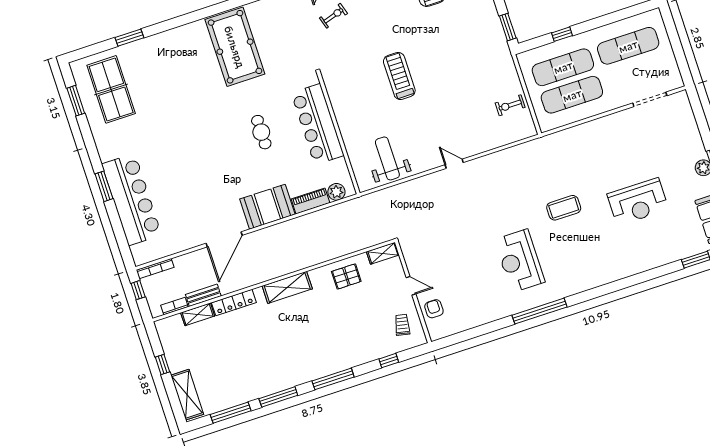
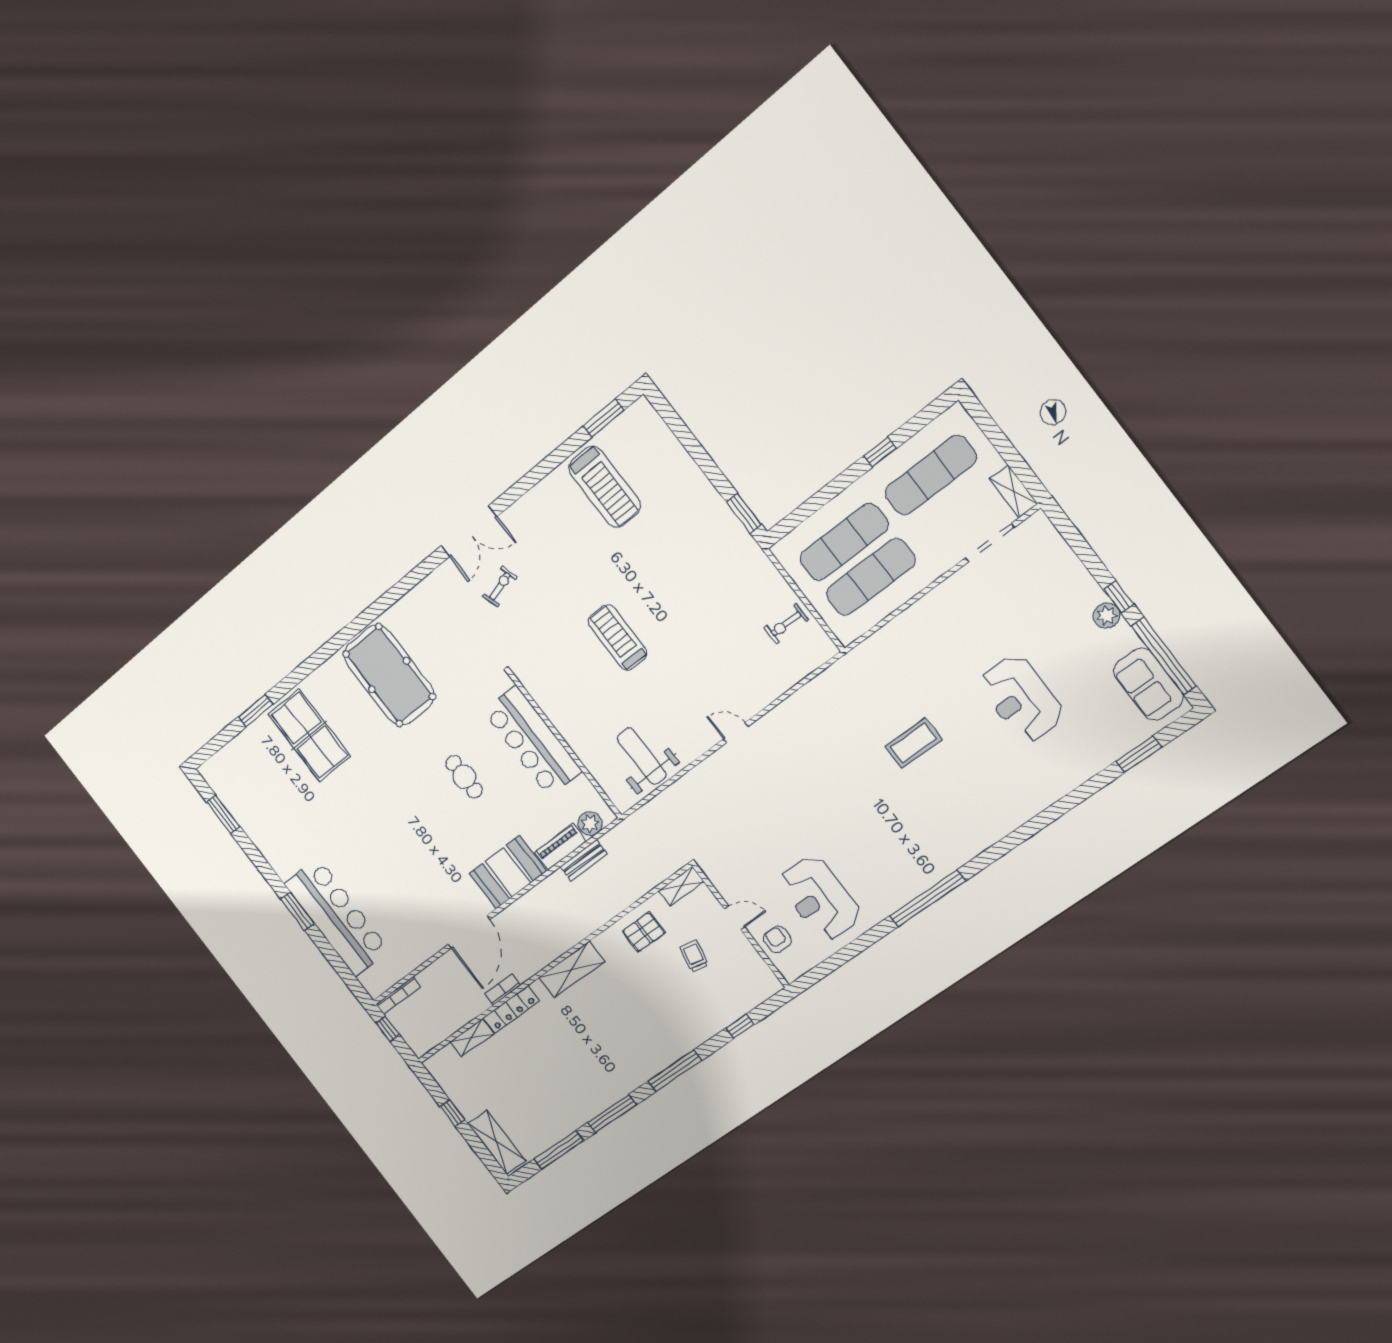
window: (562, 34) -> (880, 452), moved
shelving: (673, 73) -> (1014, 491), added
table tennis table: (111, 89) -> (309, 735), moved
reception desk: (638, 202) -> (1021, 699), turned 90
reception desk: (520, 261) -> (820, 898), moved
bench: (203, 295) -> (584, 860), moved
bookcase: (174, 306) -> (503, 990), moved
trolley: (402, 325) -> (694, 956), moved

